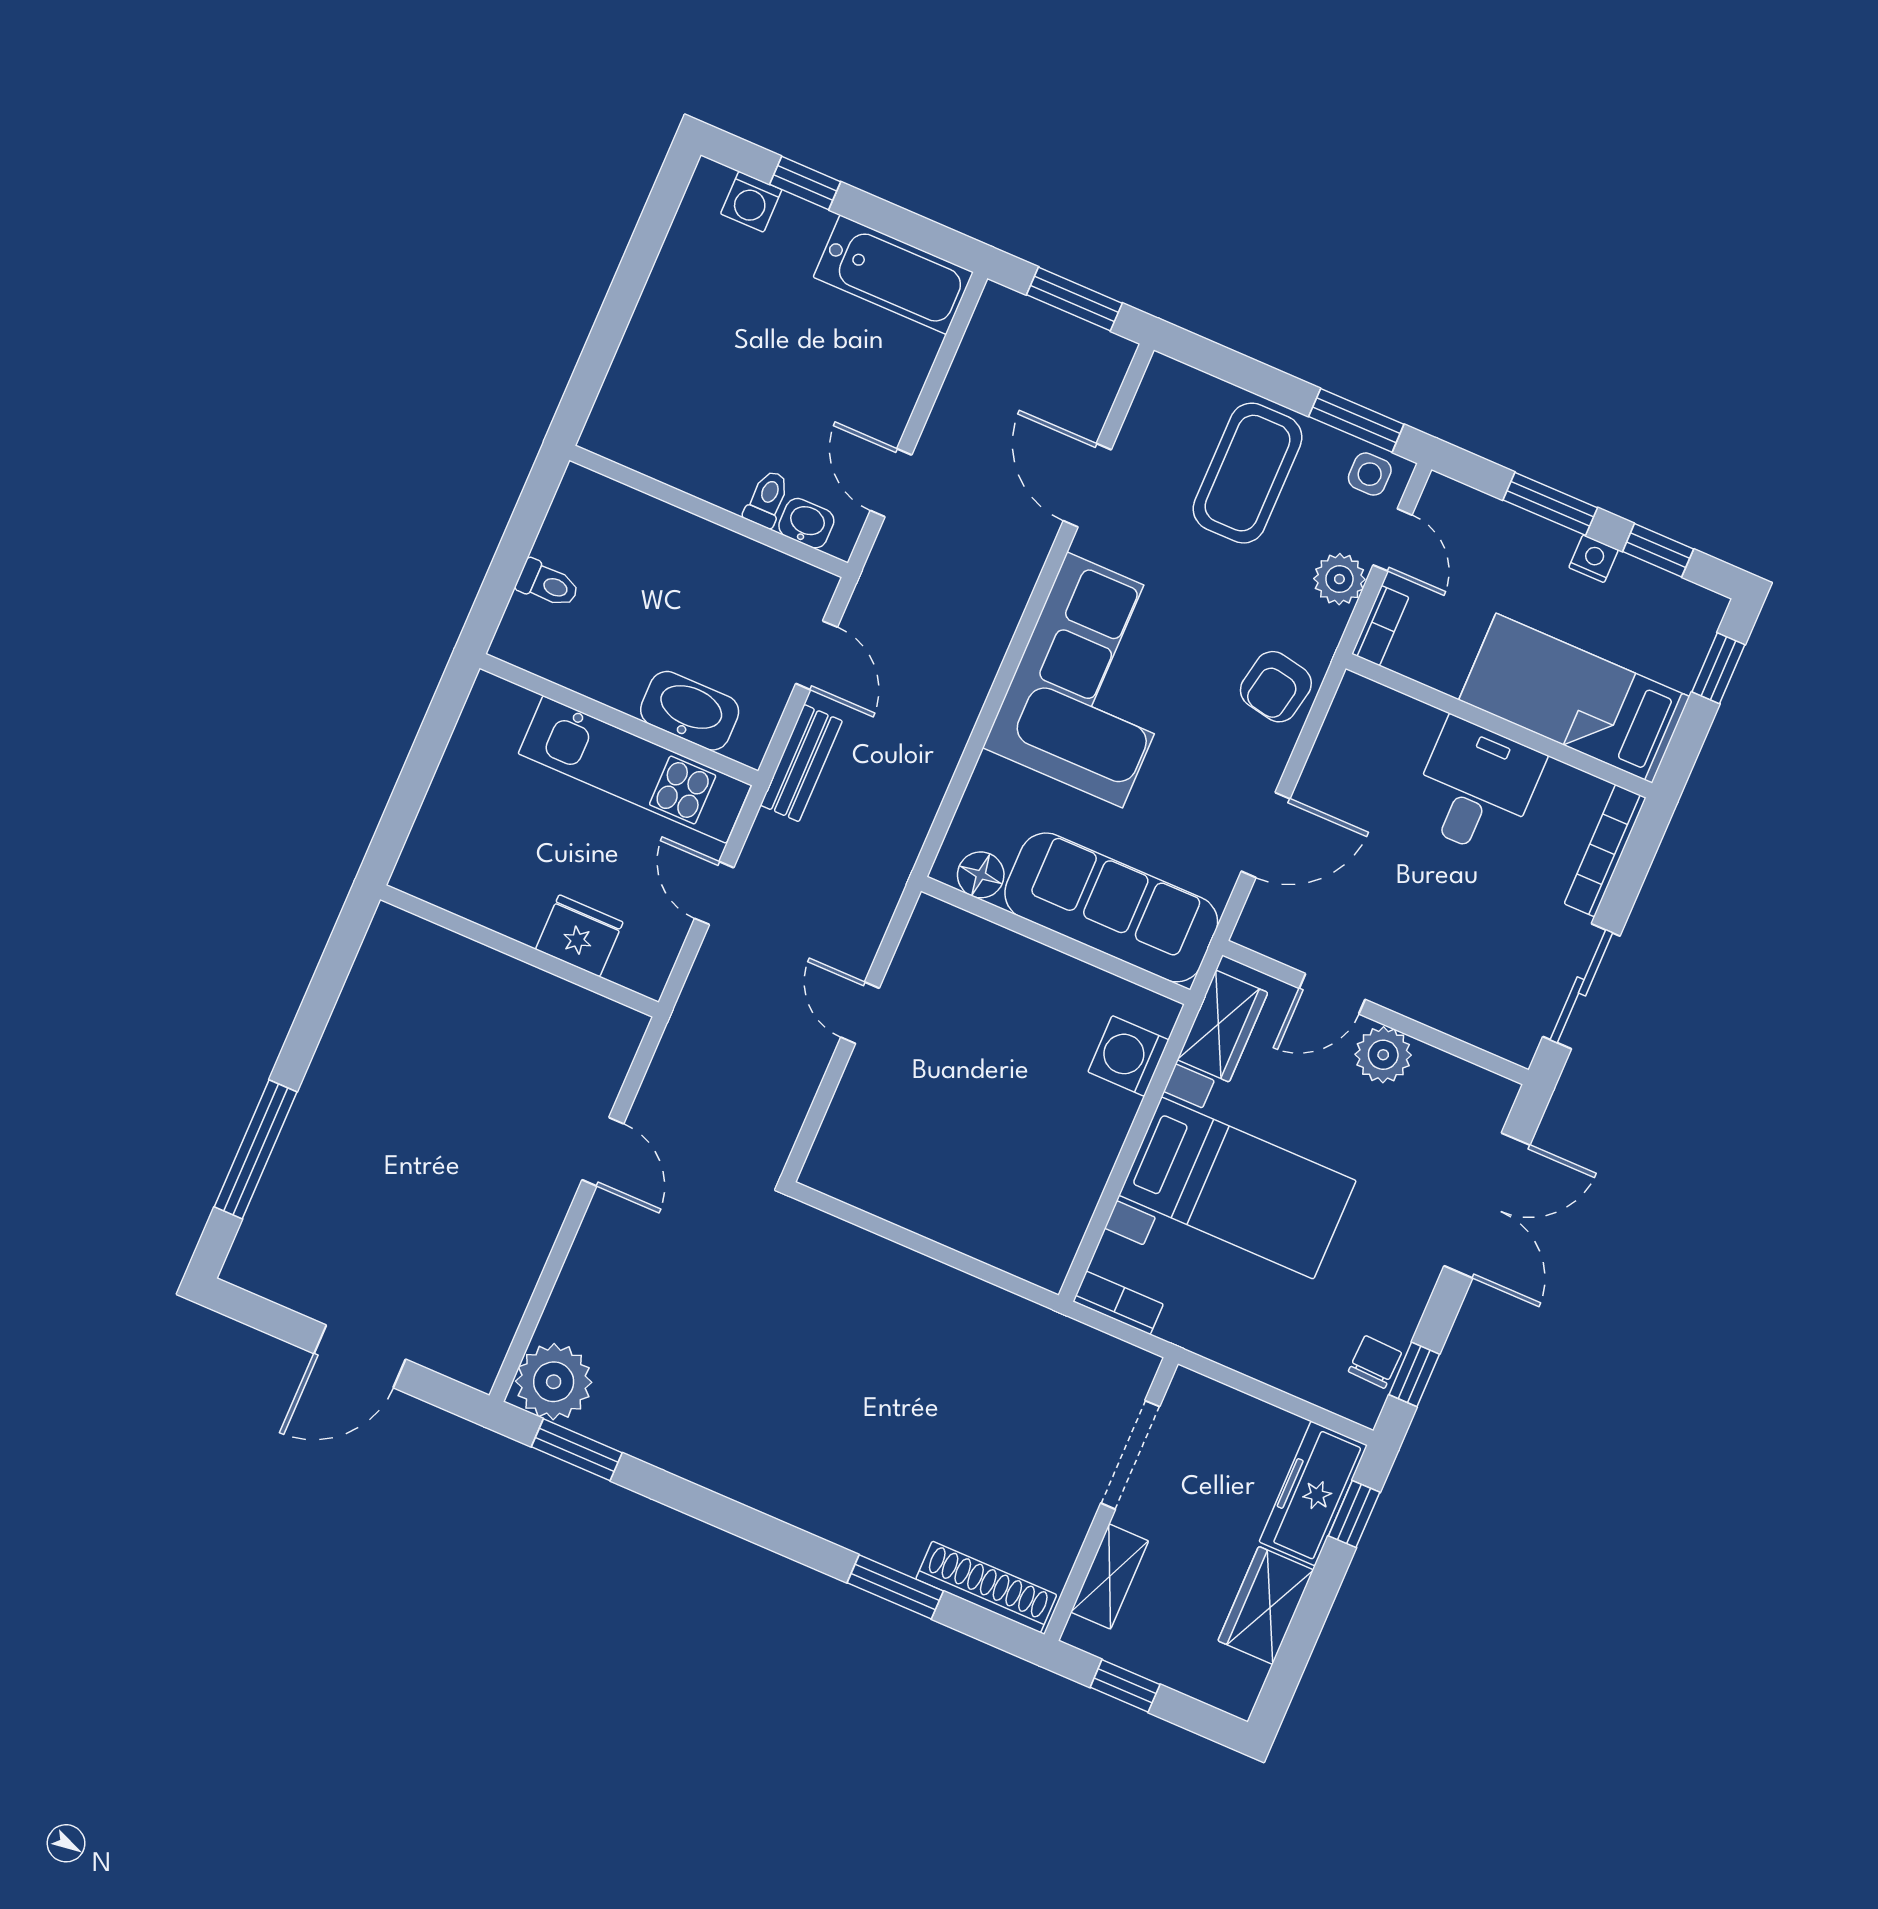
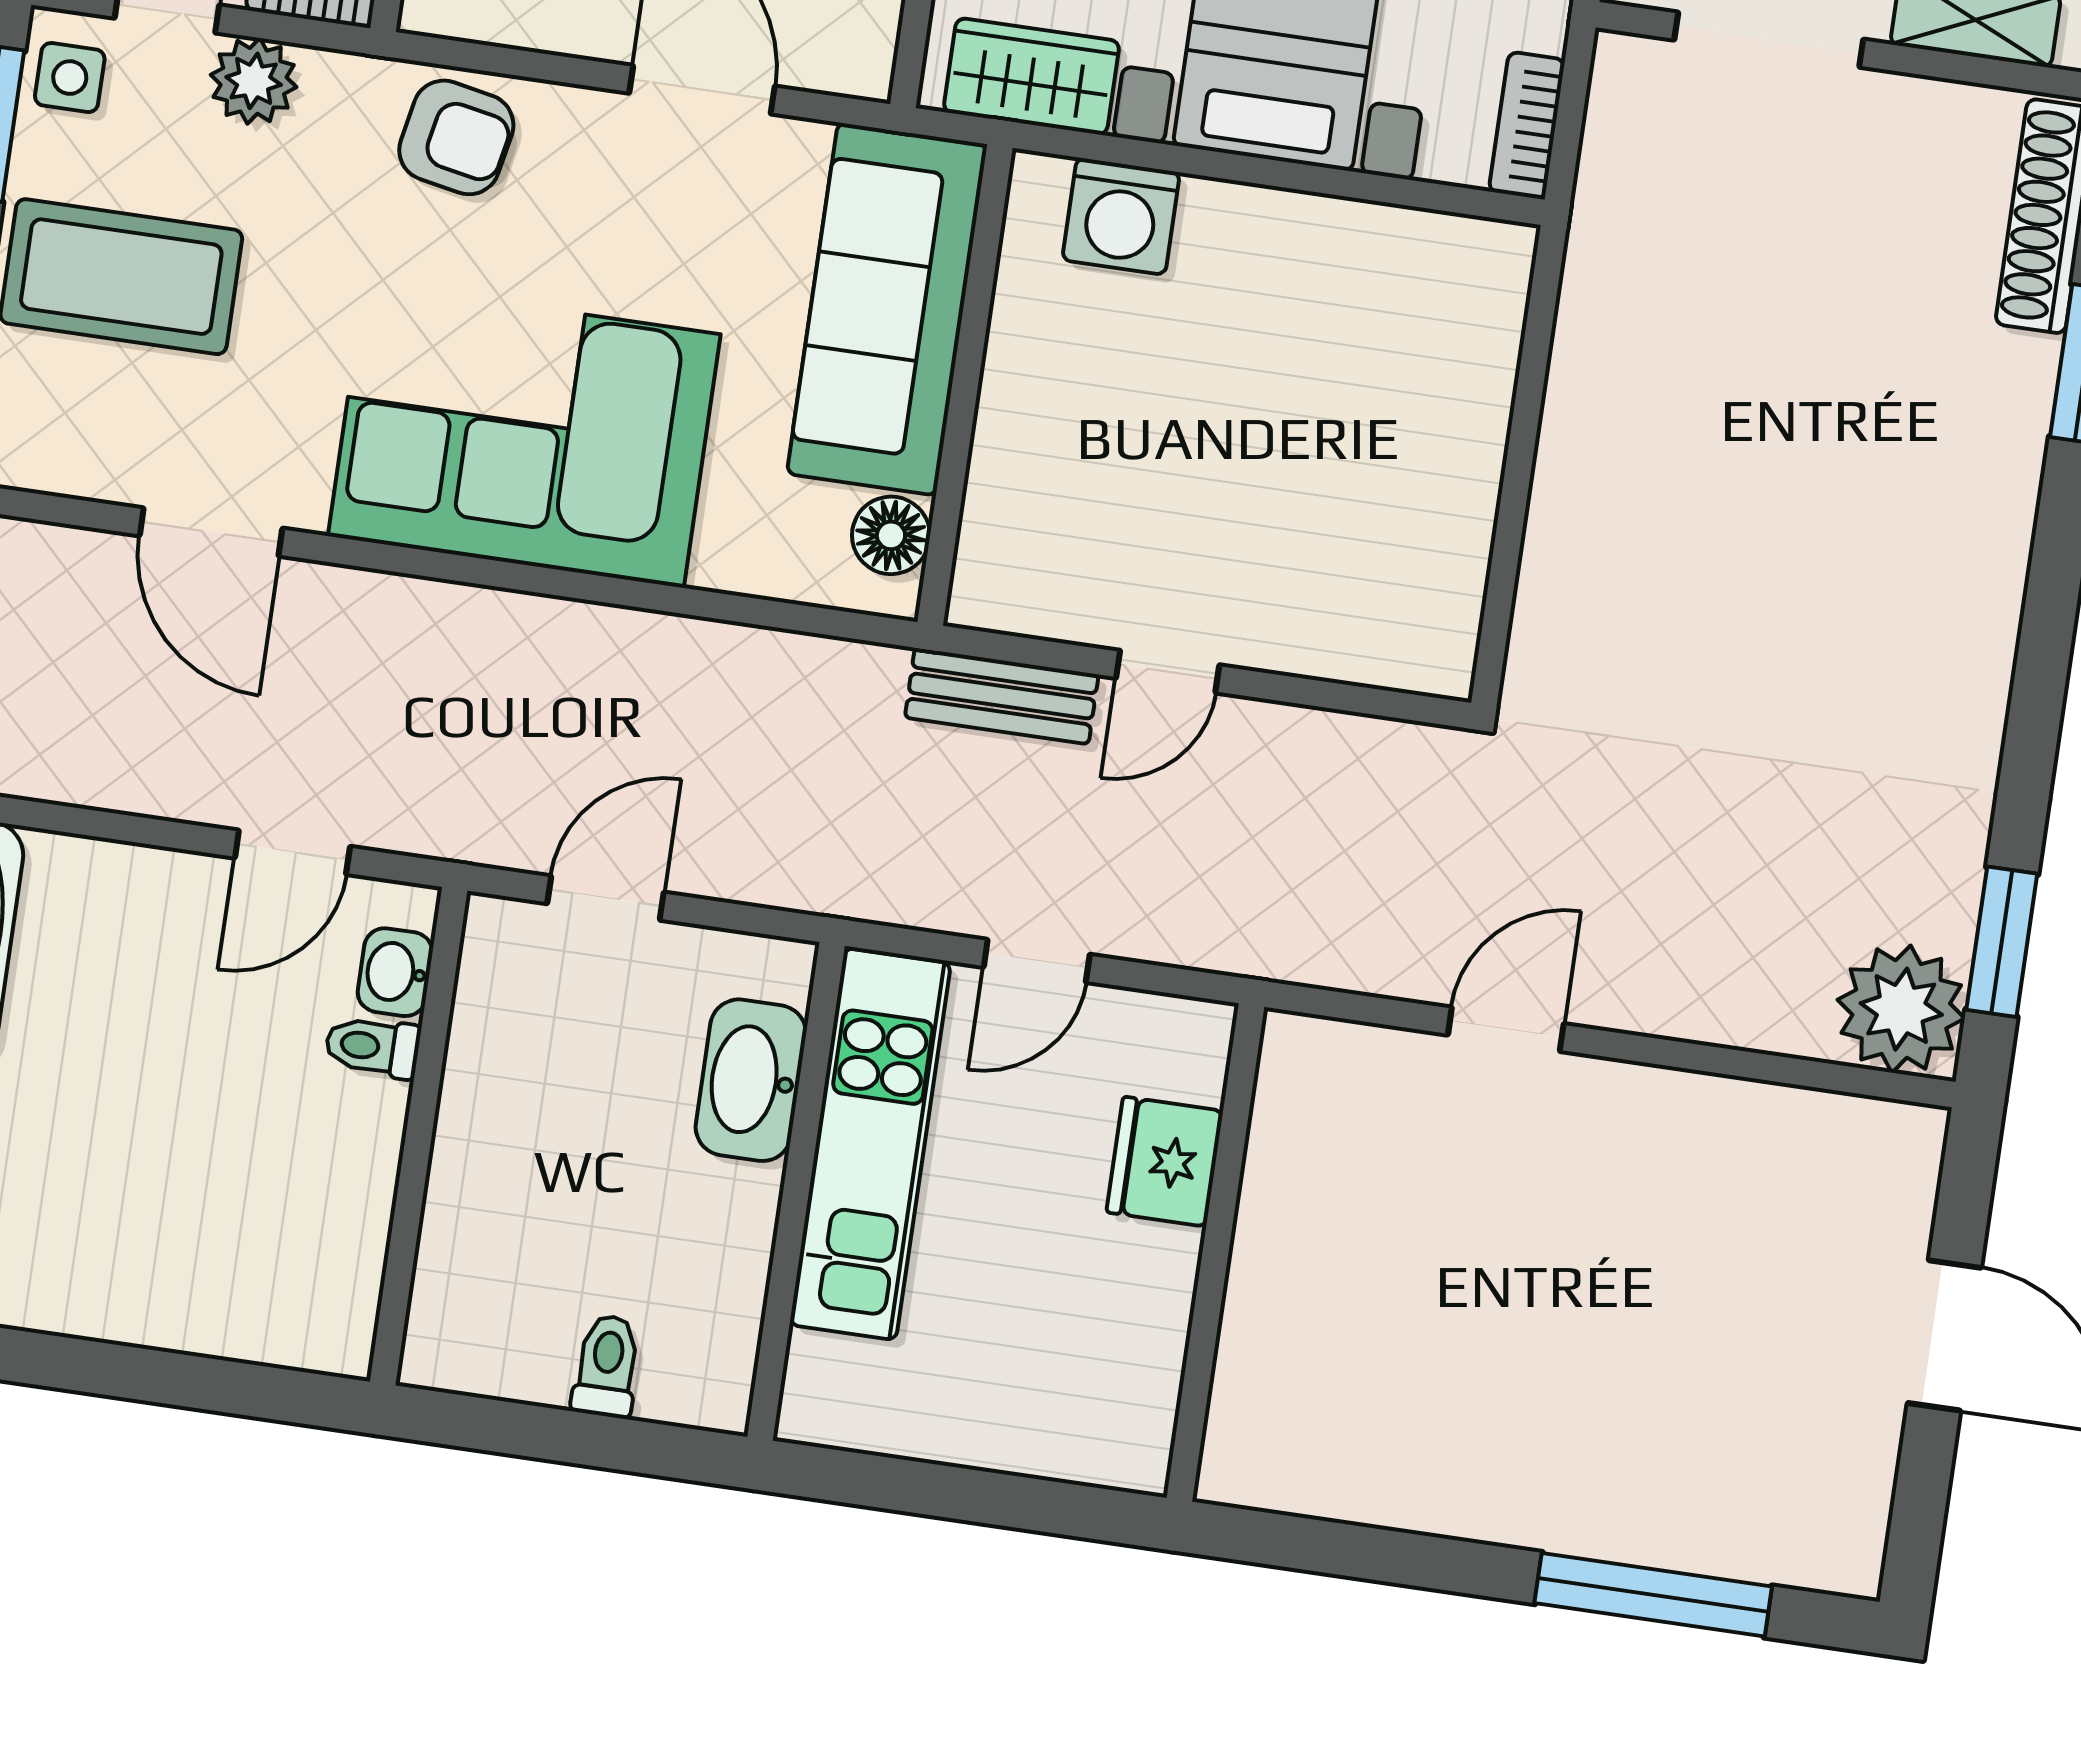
door: (1087, 485) -> (211, 532), hinge flipped
bench: (801, 763) -> (1002, 696), moved

